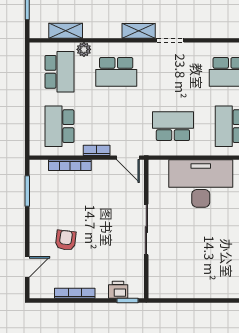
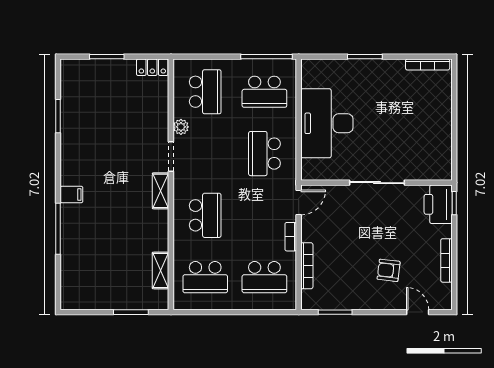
plant: (84, 49) -> (181, 127), moved
school desk: (59, 72) -> (205, 277), turned 180
printer: (118, 290) -> (438, 204), width x1.87, depth x1.48

